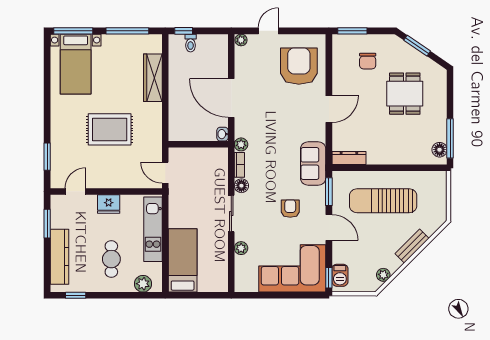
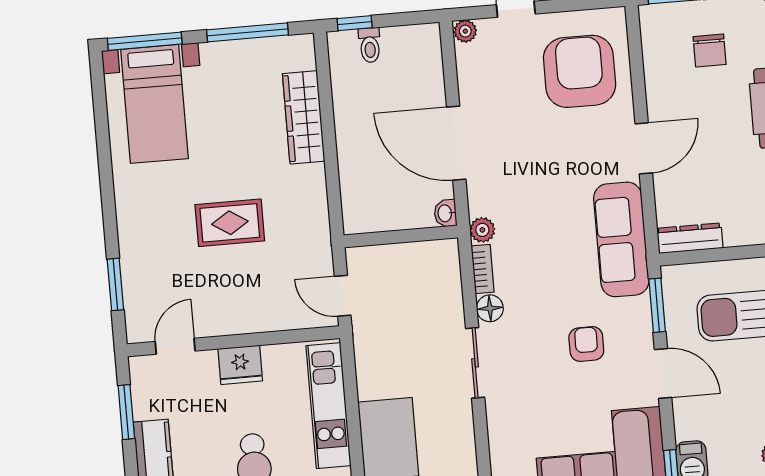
rug: (110, 129) -> (230, 223), width x0.73, depth x0.70
sofa: (313, 164) -> (621, 239), width x1.36
plant: (241, 248) -> (499, 427), removed

